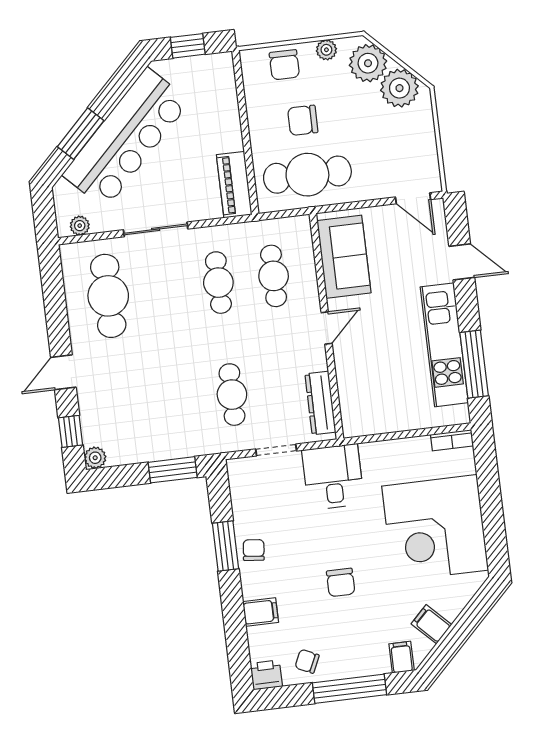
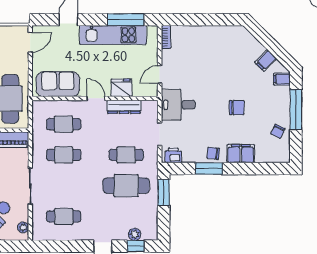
cafe table: (108, 296) -> (64, 216), width x0.73, depth x0.74
fridge: (351, 371) -> (121, 88), added
cafe table: (177, 401) -> (126, 186), added
dresser: (320, 403) -> (124, 107), moved
door: (383, 437) -> (160, 74), added
plant: (95, 458) -> (135, 234), moved
corner desk: (435, 528) -> (213, 52), removed
filing cabinet: (261, 612) -> (241, 154), width x2.00
printer: (266, 675) -> (173, 155), moved, turned 90

